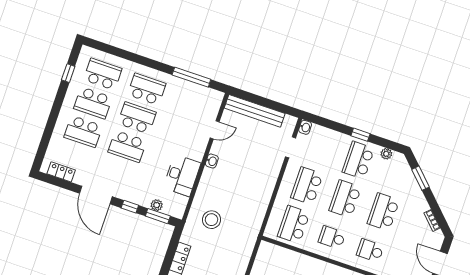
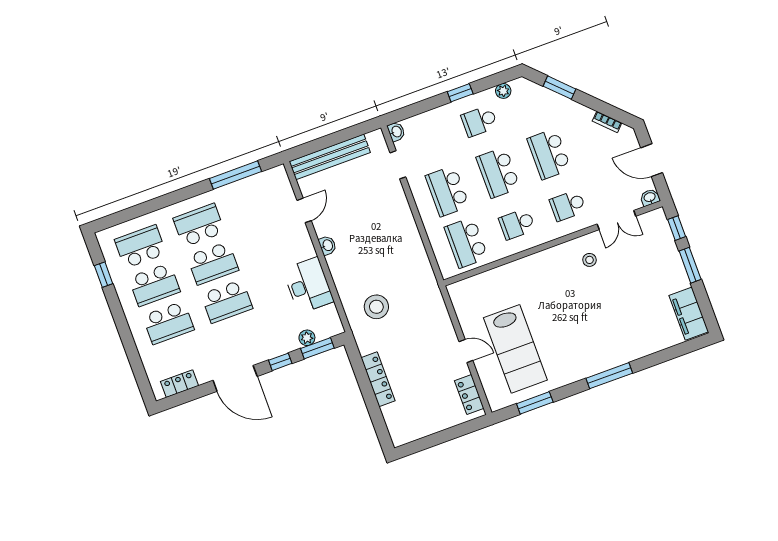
school desk: (137, 118) -> (213, 263), turned 180
school desk: (358, 160) -> (479, 121), width x0.54

